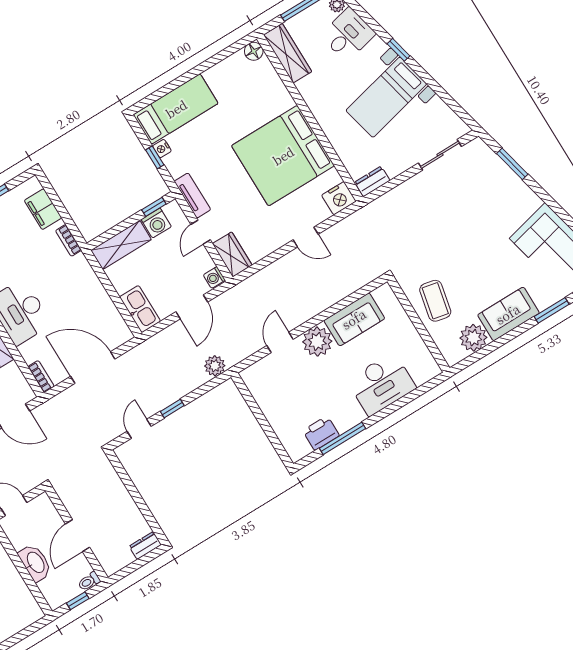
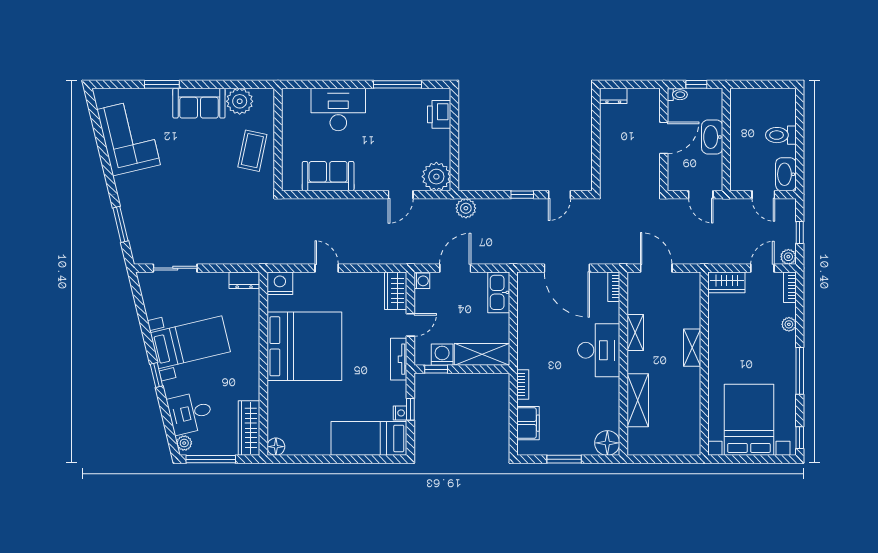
plant: (317, 342) -> (436, 177), moved
printer: (321, 433) -> (439, 114), moved, turned 90

